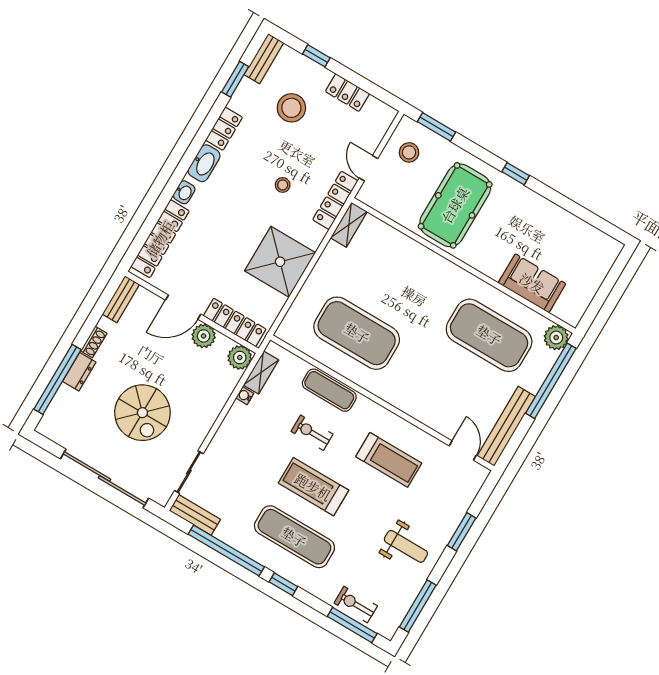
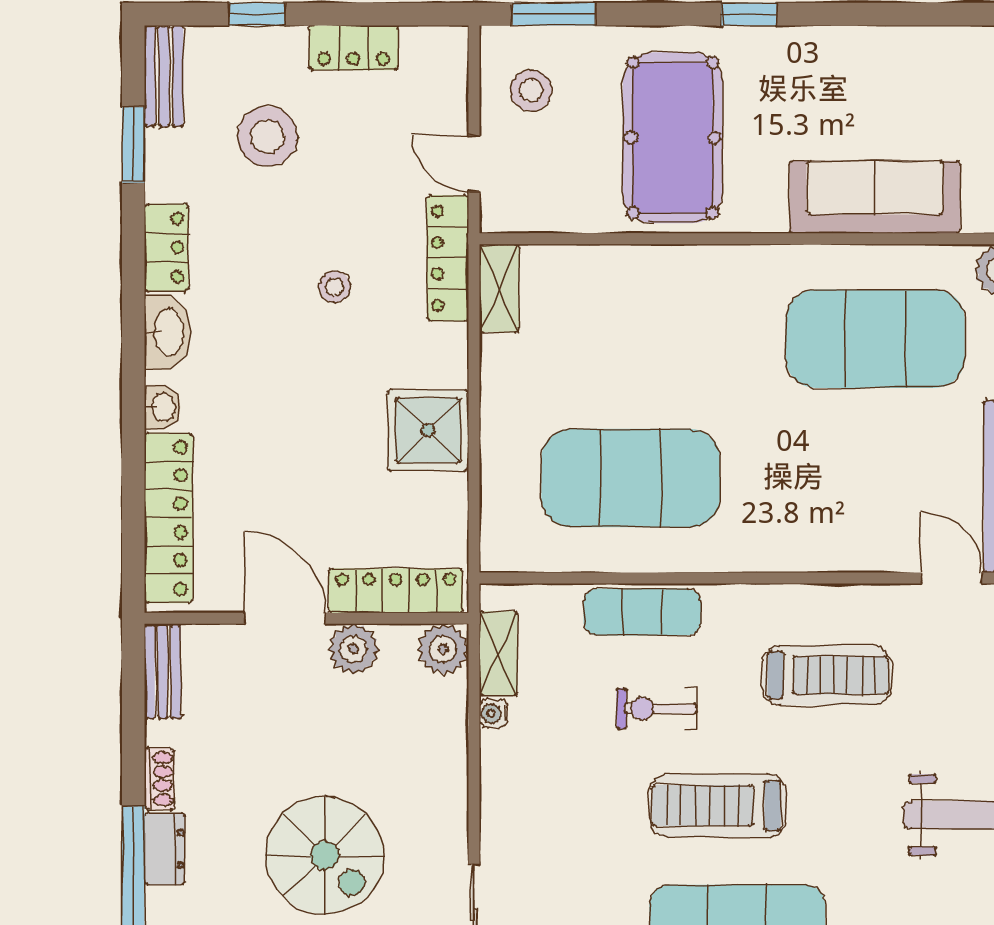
shower: (280, 262) -> (428, 430), width x0.73, depth x0.73
sofa: (532, 283) -> (875, 197), width x1.36
door: (183, 307) -> (285, 618), swing flipped

